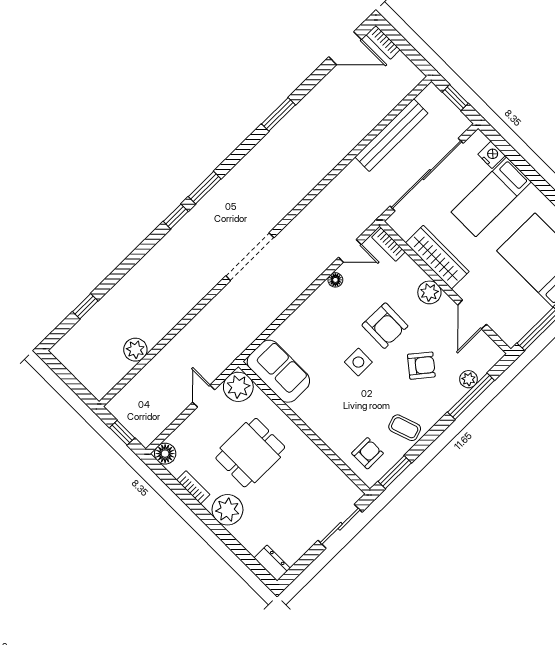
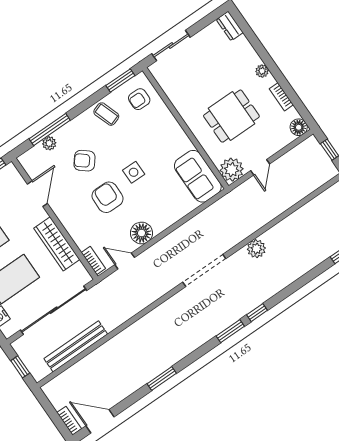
floor lamp: (335, 280) -> (141, 233), width x1.89, depth x1.89
plant: (429, 292) -> (68, 217), removed
plant: (135, 350) -> (256, 249), moved
plant: (227, 510) -> (262, 71), width x0.53, depth x0.53

